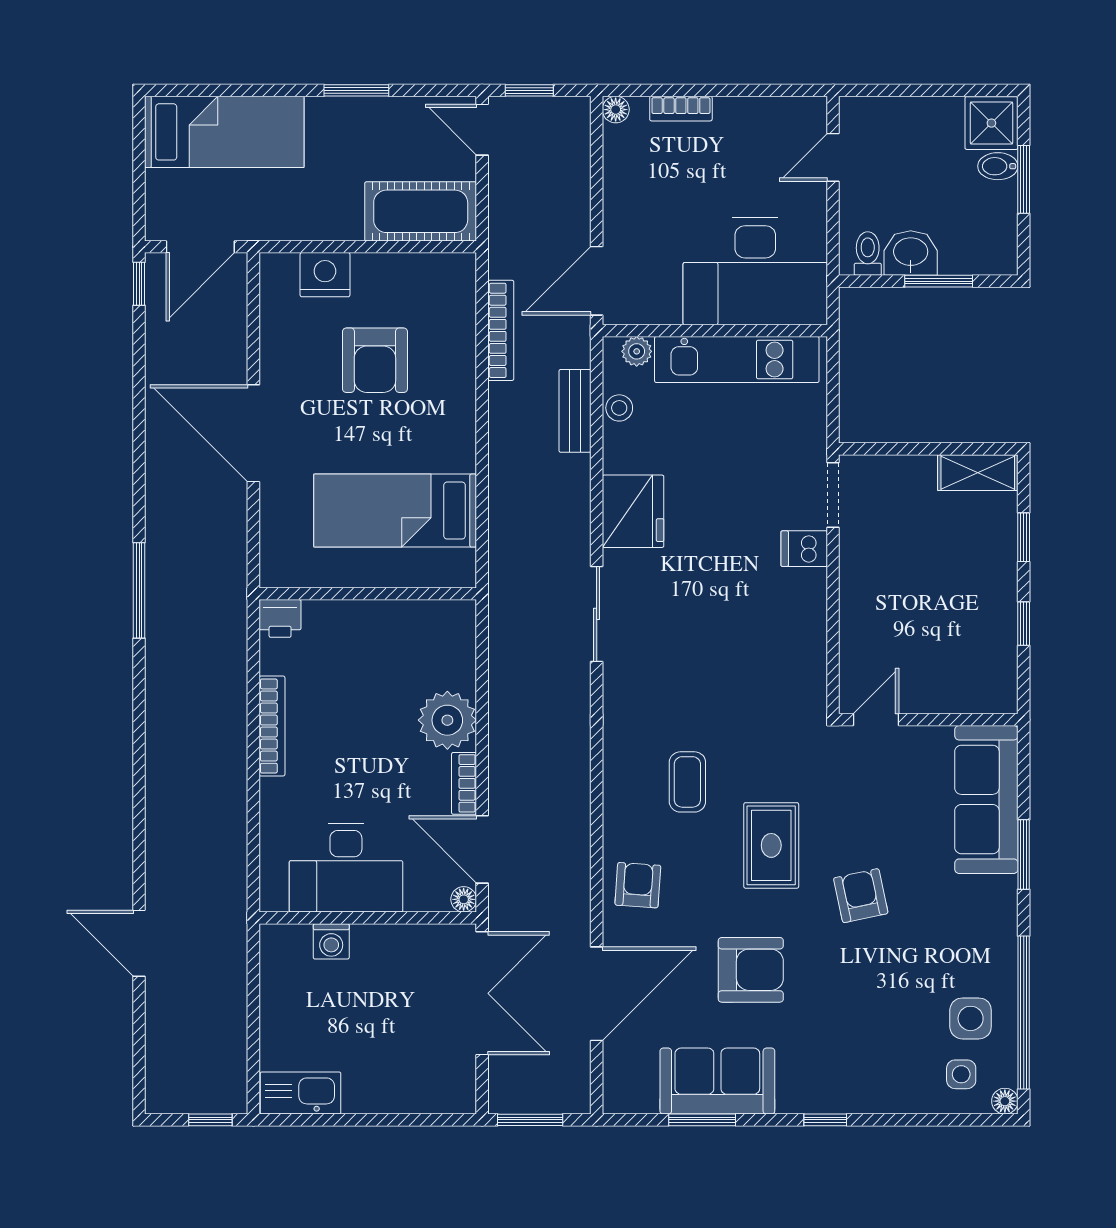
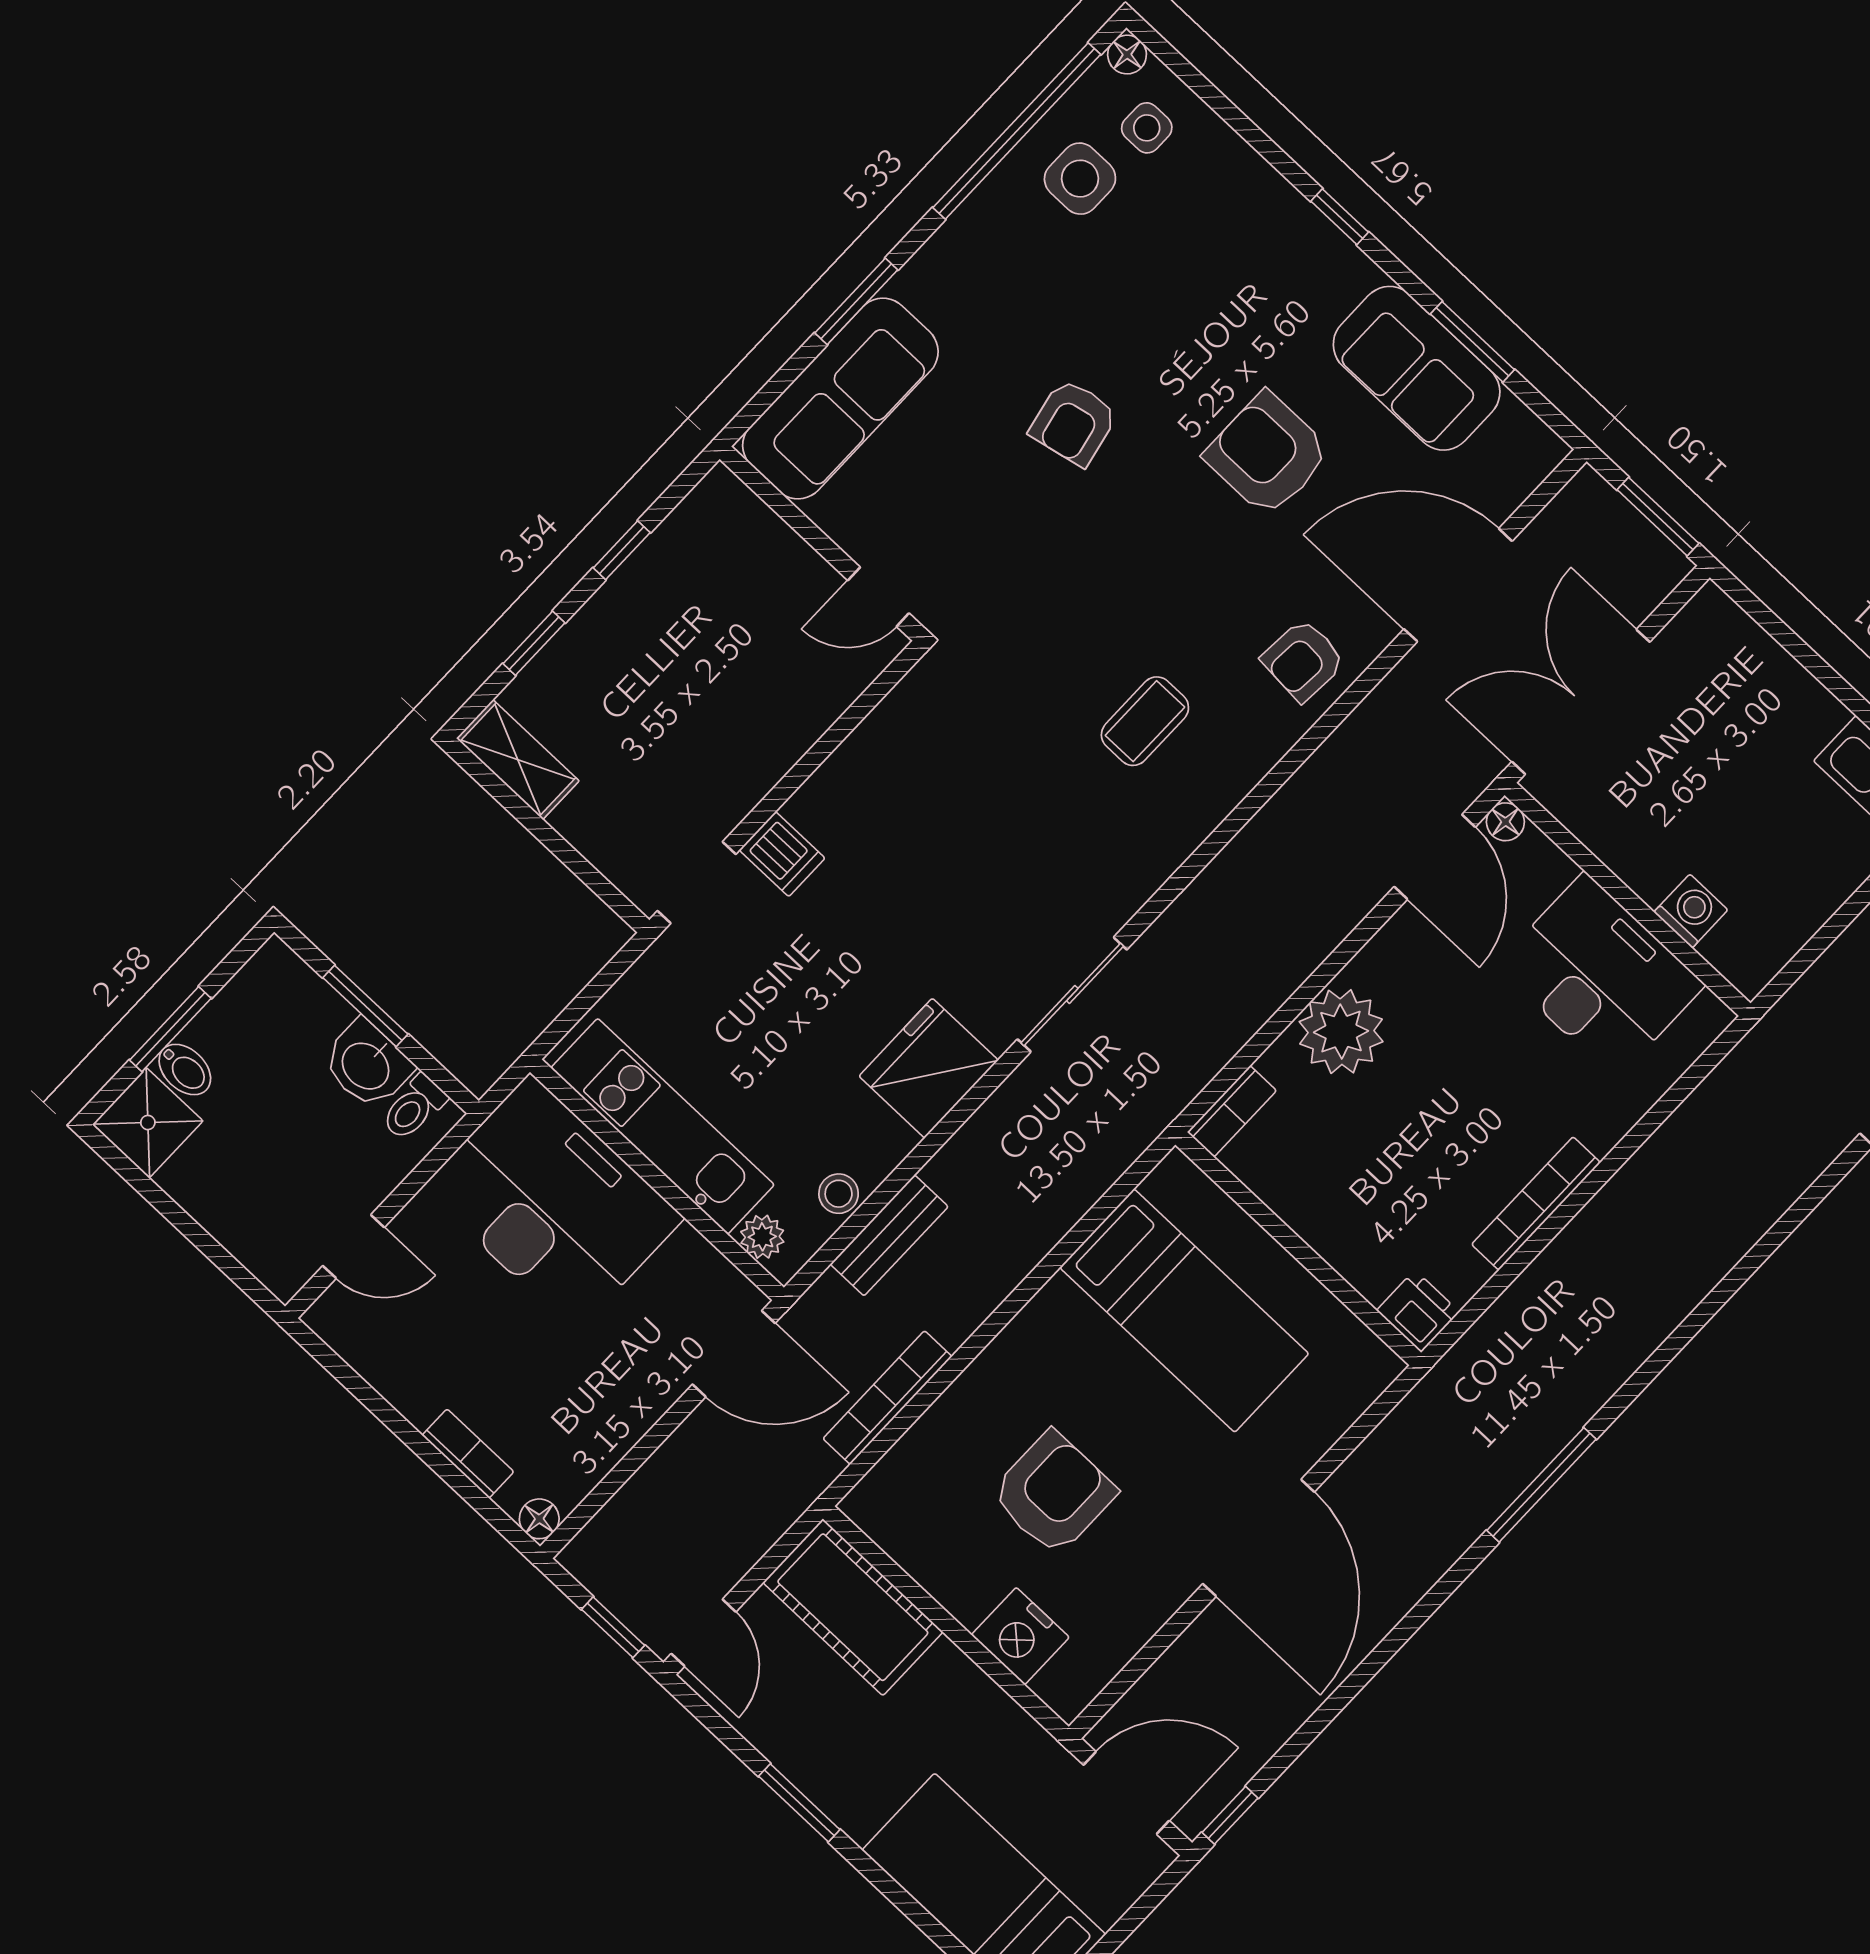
bookcase: (464, 783) -> (1232, 1111), moved
rug: (771, 845) -> (1119, 568), removed

